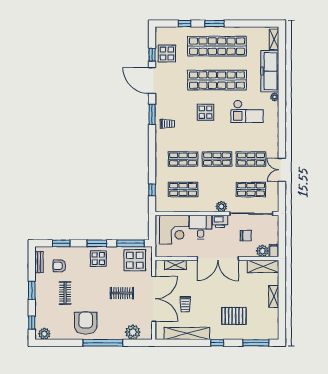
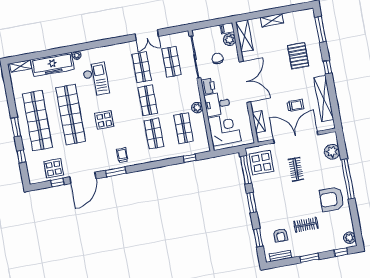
plant: (221, 207) -> (197, 108), moved
display table: (98, 258) -> (266, 199), removed

